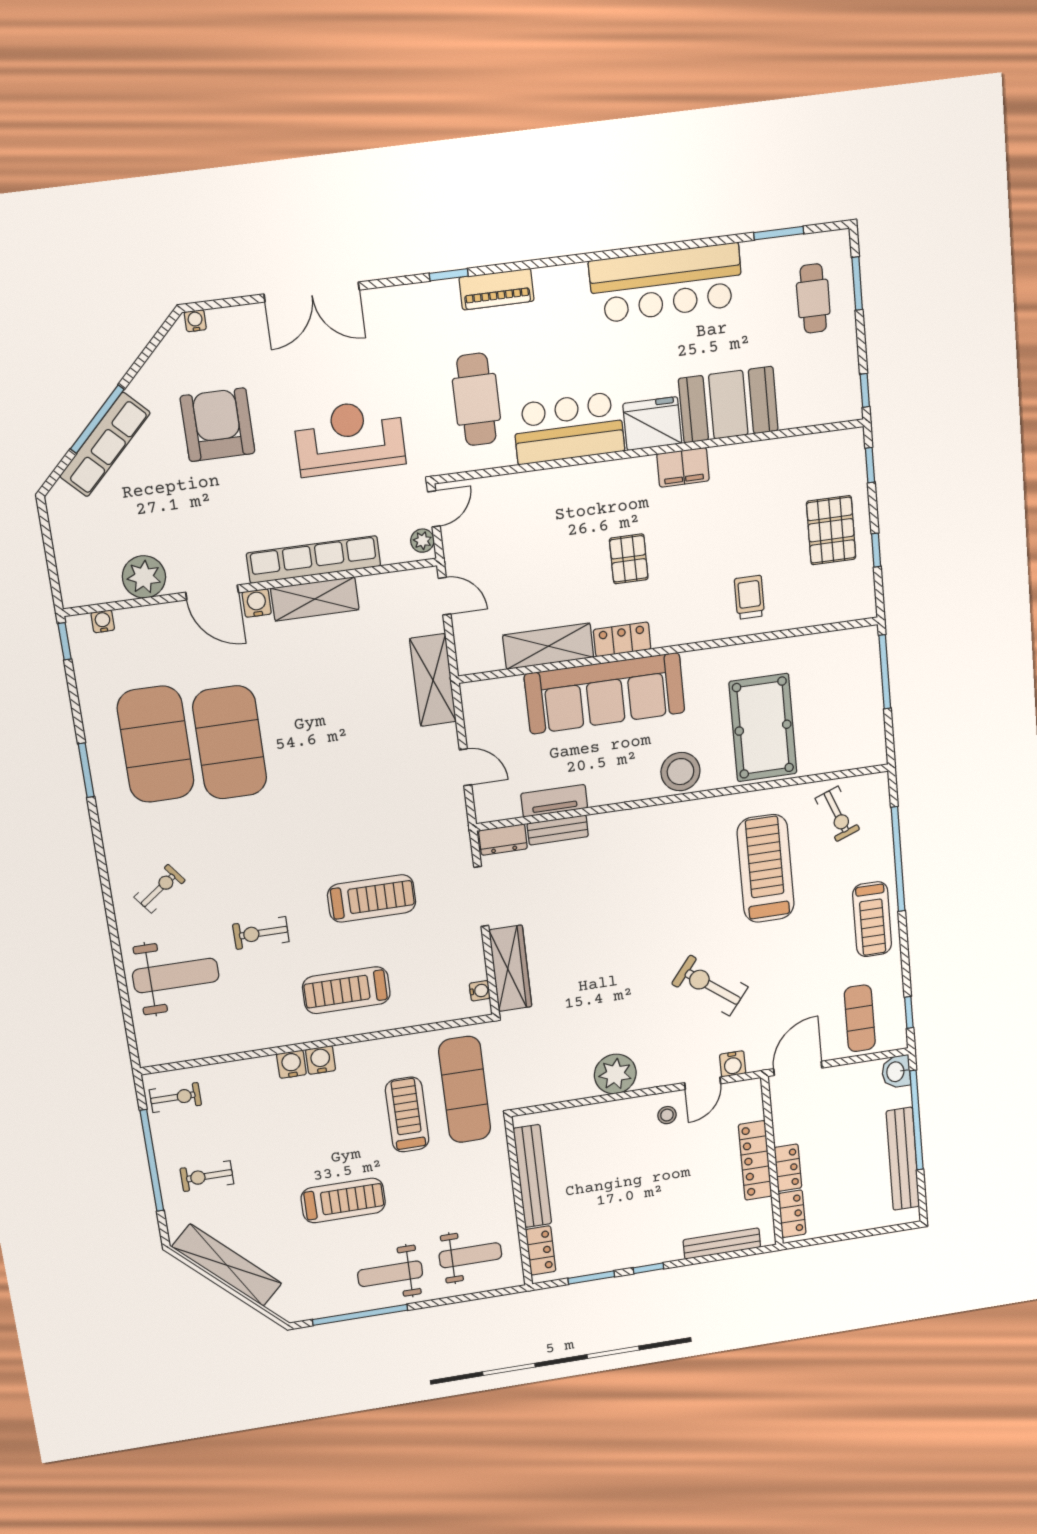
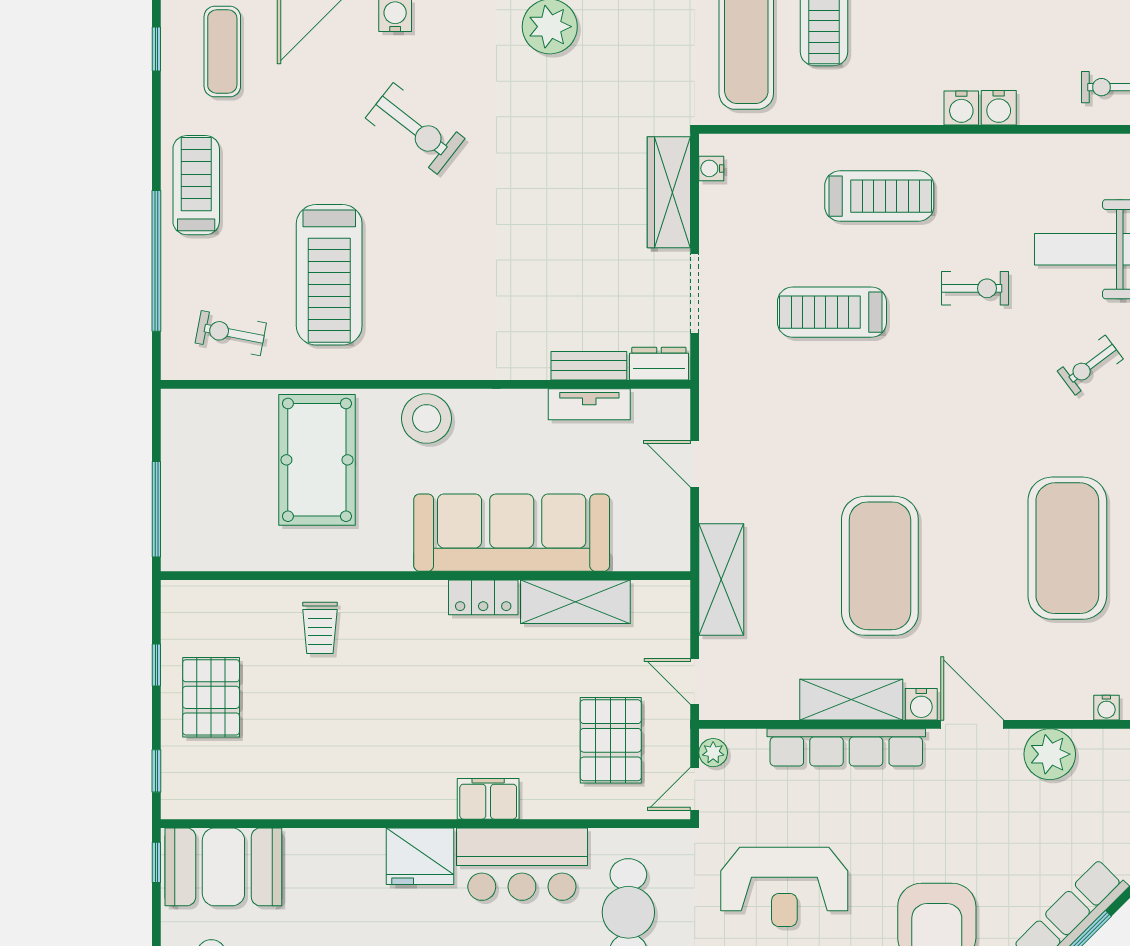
booth: (728, 405) -> (223, 867), moved
filing cabinet: (683, 467) -> (488, 799), moved
pallet: (629, 559) -> (611, 740), moved, width x1.50, depth x1.42
exercise mat: (230, 742) -> (880, 566), moved
exercise bike: (837, 814) -> (231, 333), turned -58
water cooler: (321, 1060) -> (999, 108), moved

